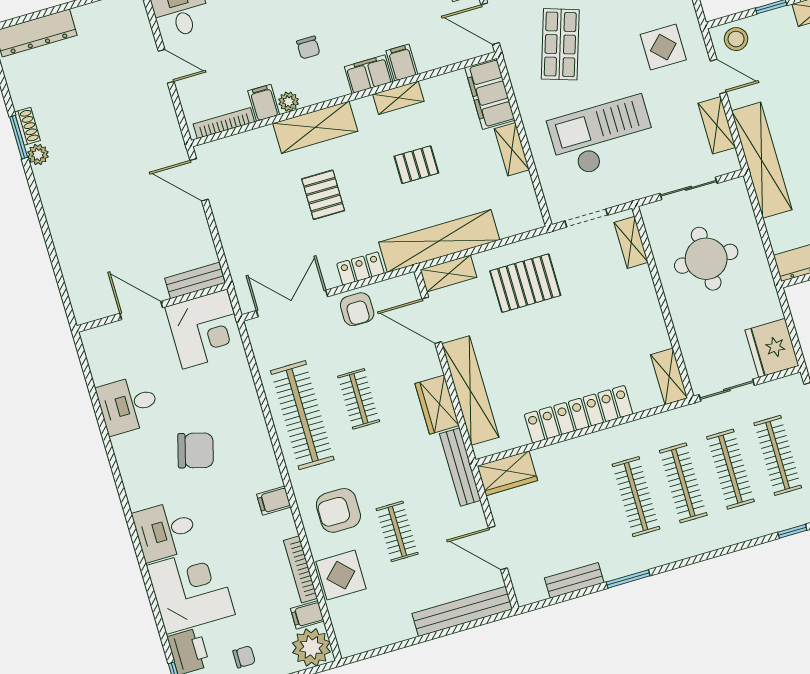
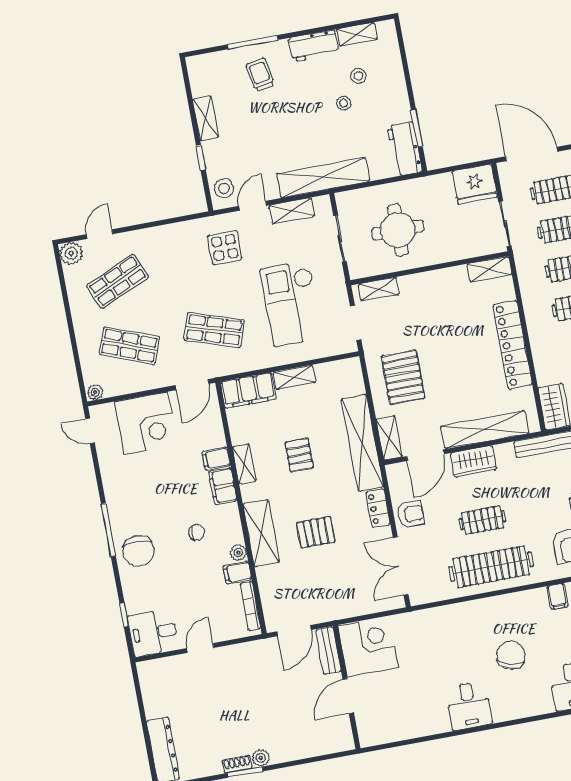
bench: (195, 281) -> (328, 651), moved
wall: (152, 307) -> (347, 687), moved
door: (141, 311) -> (348, 696), moved
corner desk: (205, 329) -> (368, 646), moved
wardrobe: (437, 405) -> (474, 461), moved

